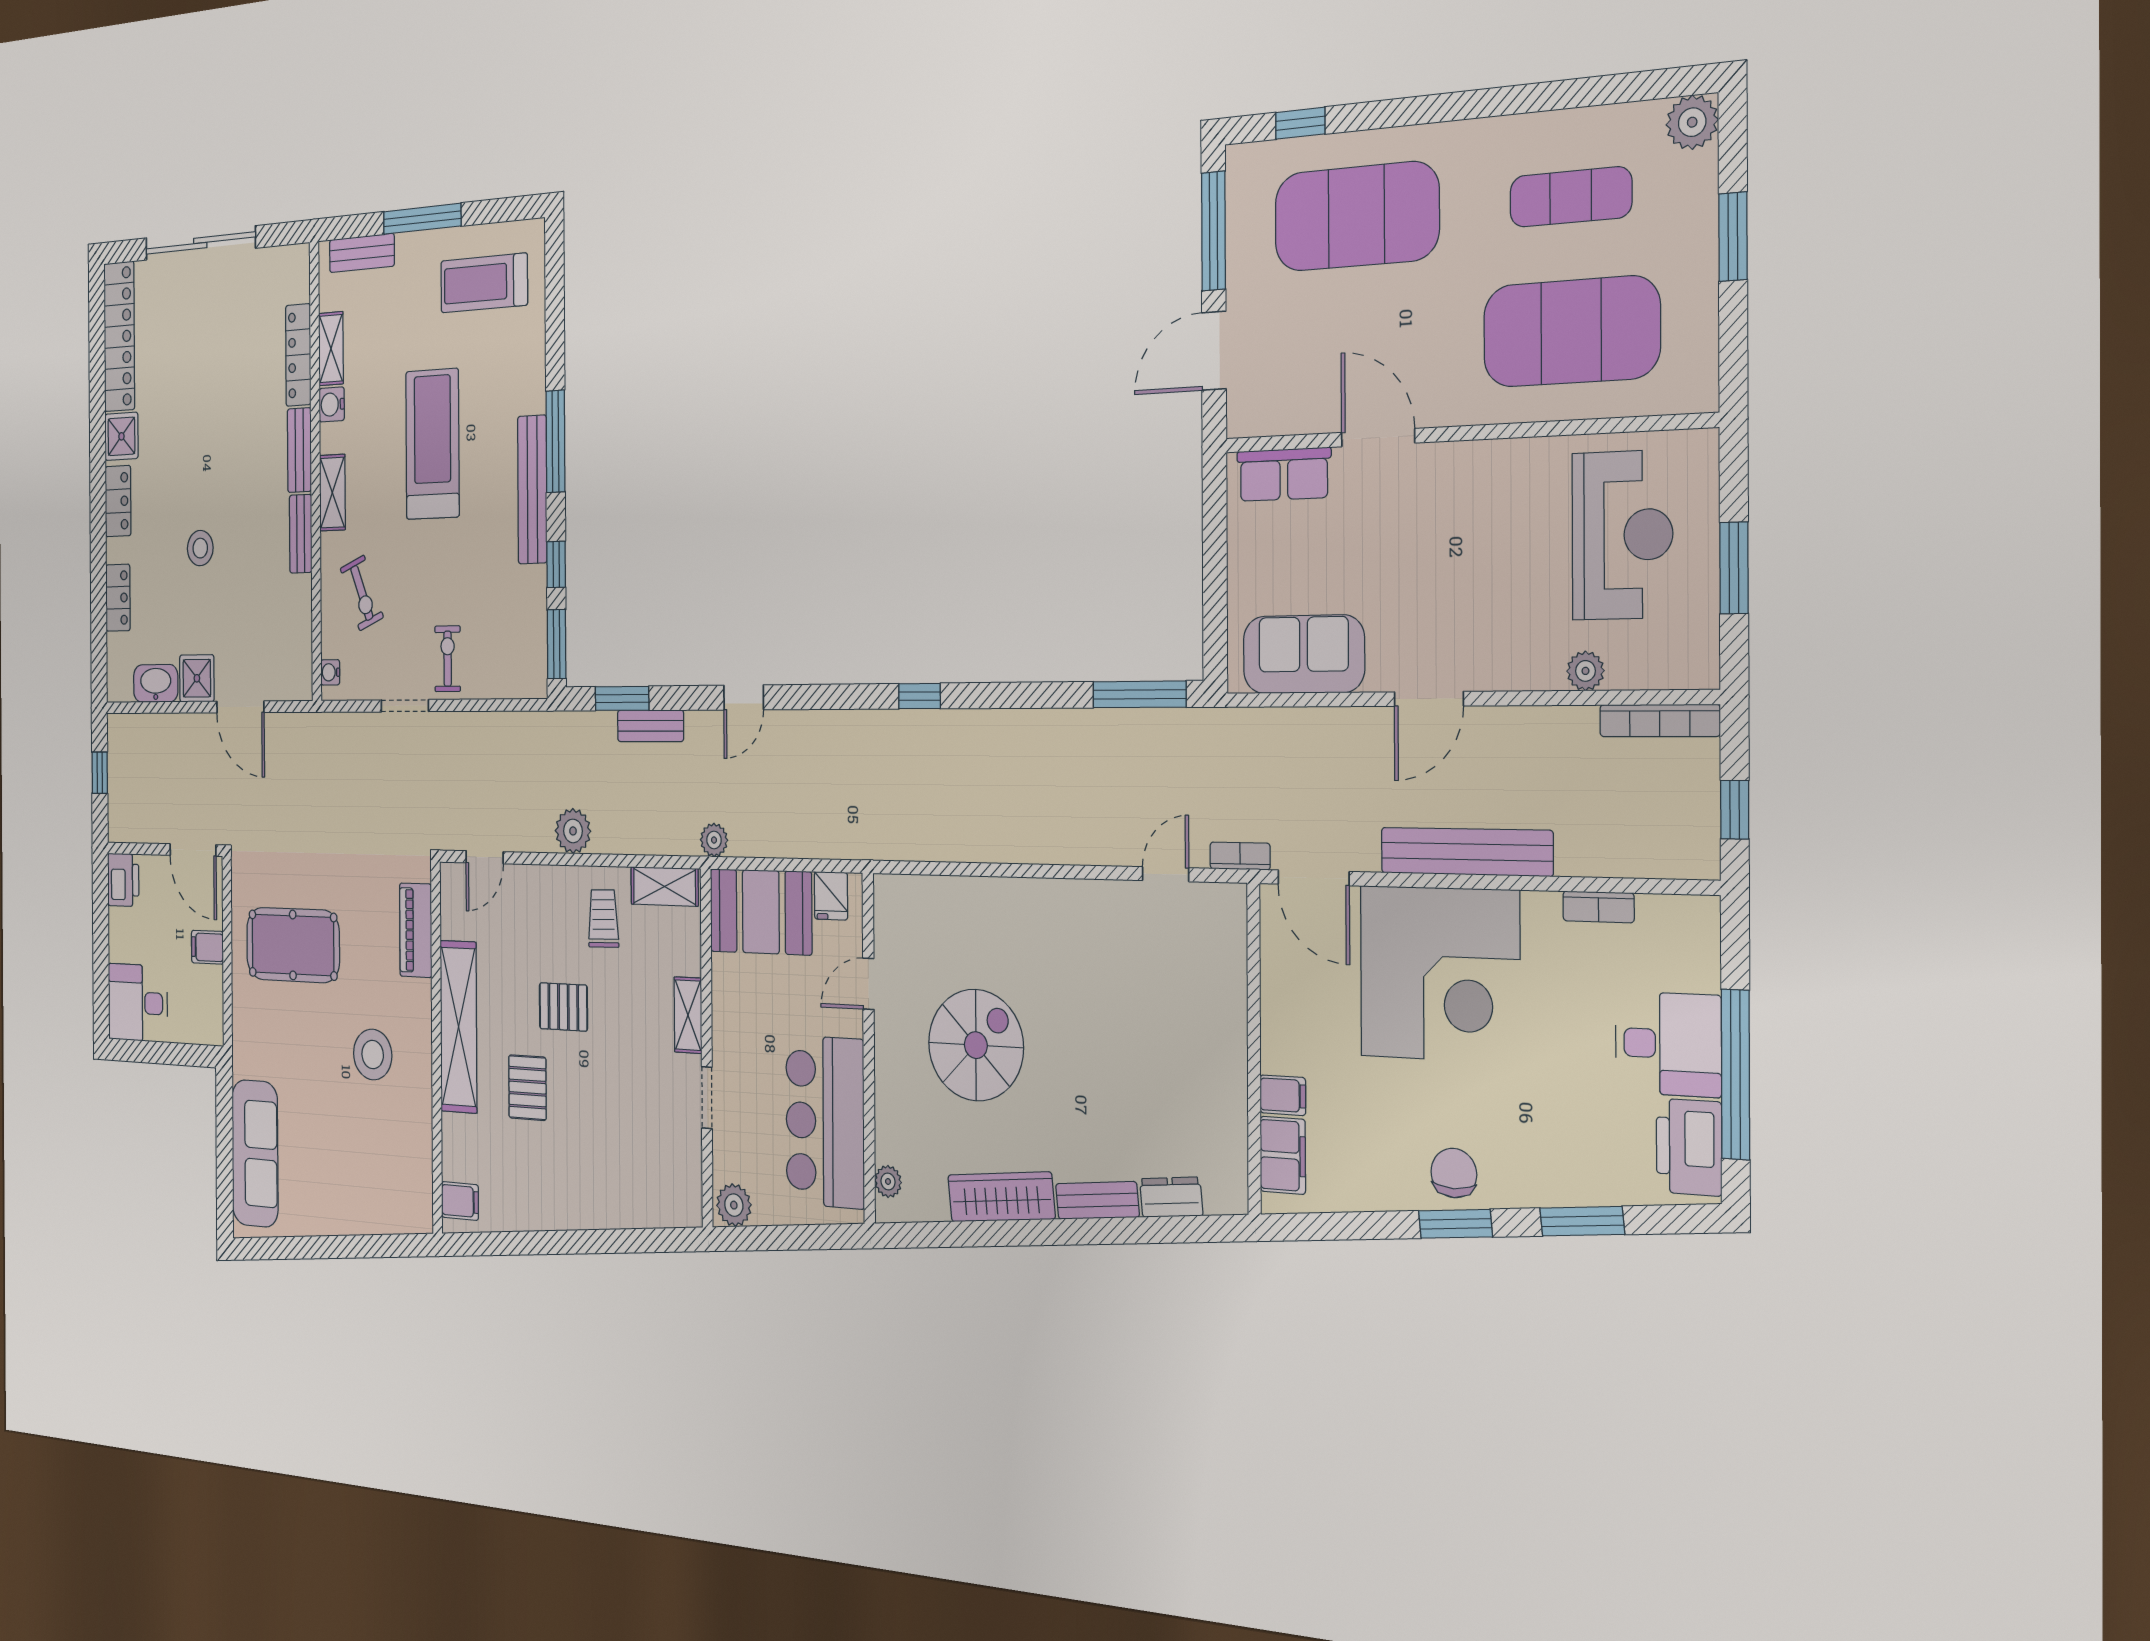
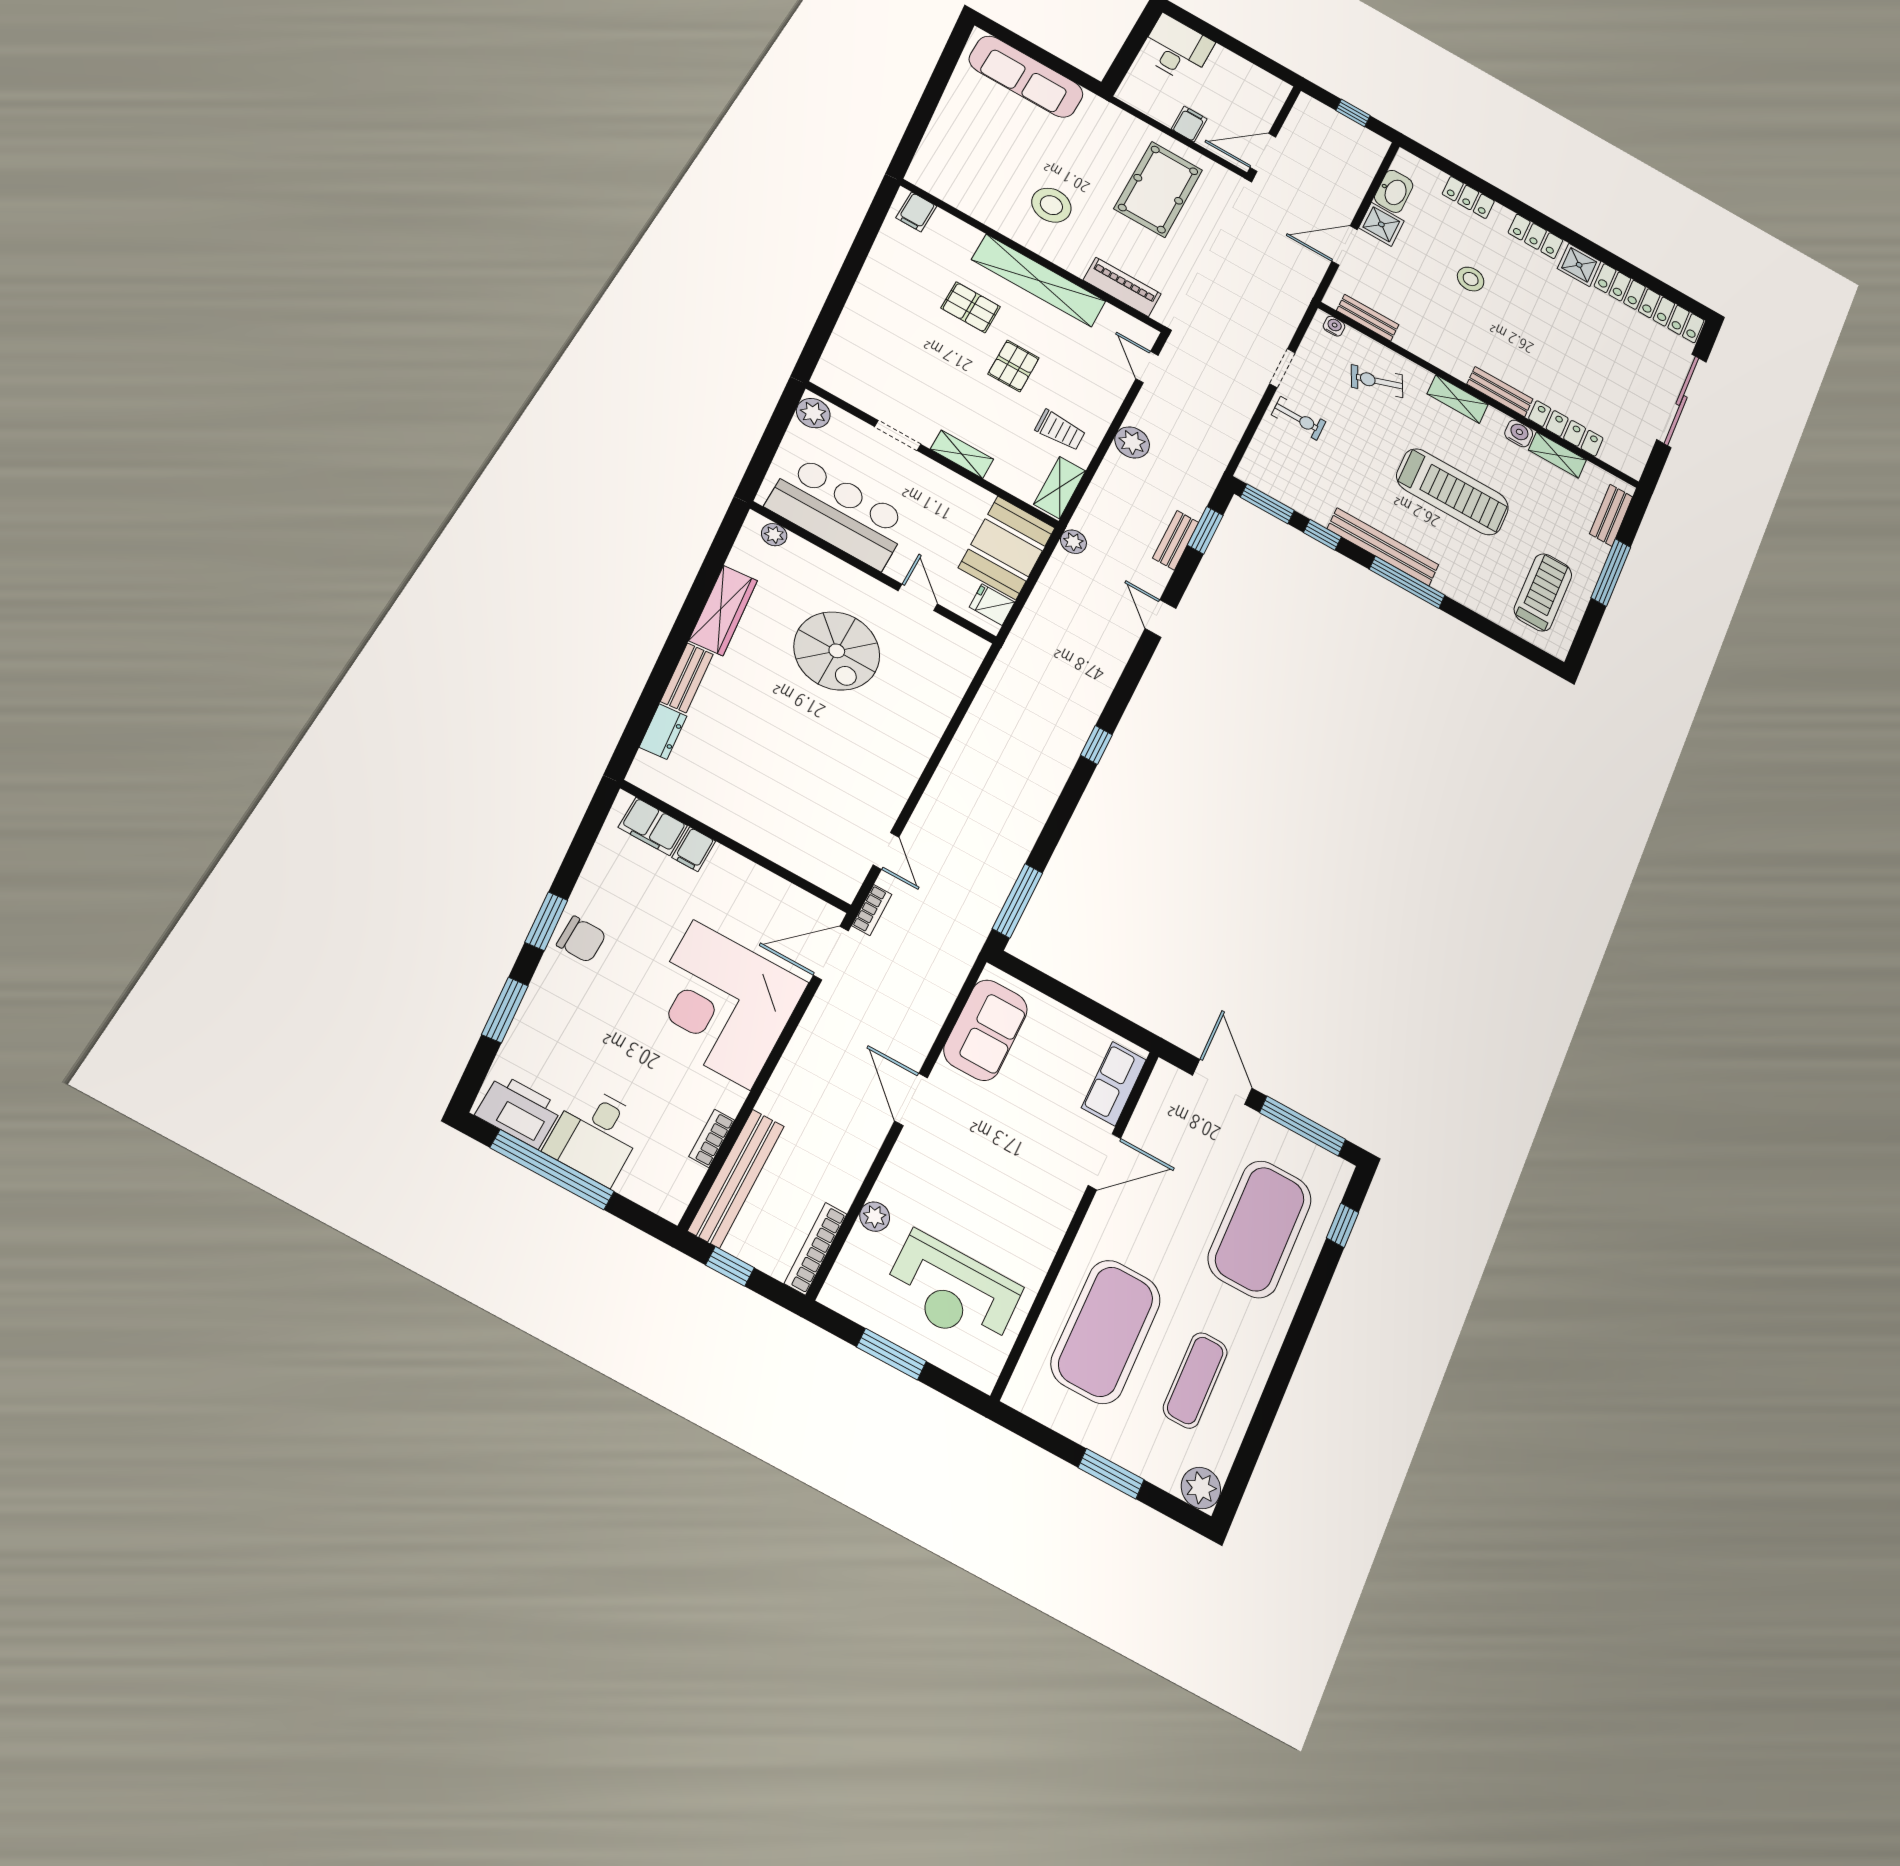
bench: (301, 534) -> (1368, 318), moved
bench: (1466, 852) -> (736, 1178), moved
printer: (123, 880) -> (1269, 88), removed

